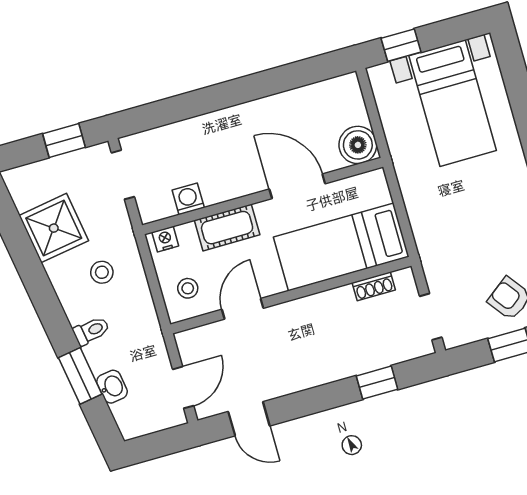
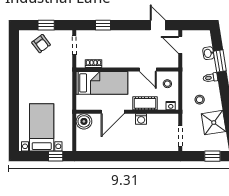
window: (64, 141) -> (212, 156), moved
door: (297, 186) -> (113, 112), hinge flipped
washing machine: (188, 199) -> (141, 119), moved
door: (243, 309) -> (148, 69), hinge flipped
door: (183, 387) -> (180, 45), hinge flipped

